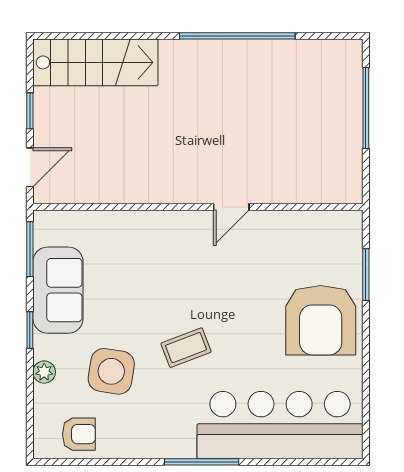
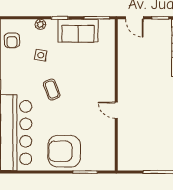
side table: (111, 371) -> (41, 55), width x0.54, depth x0.54

